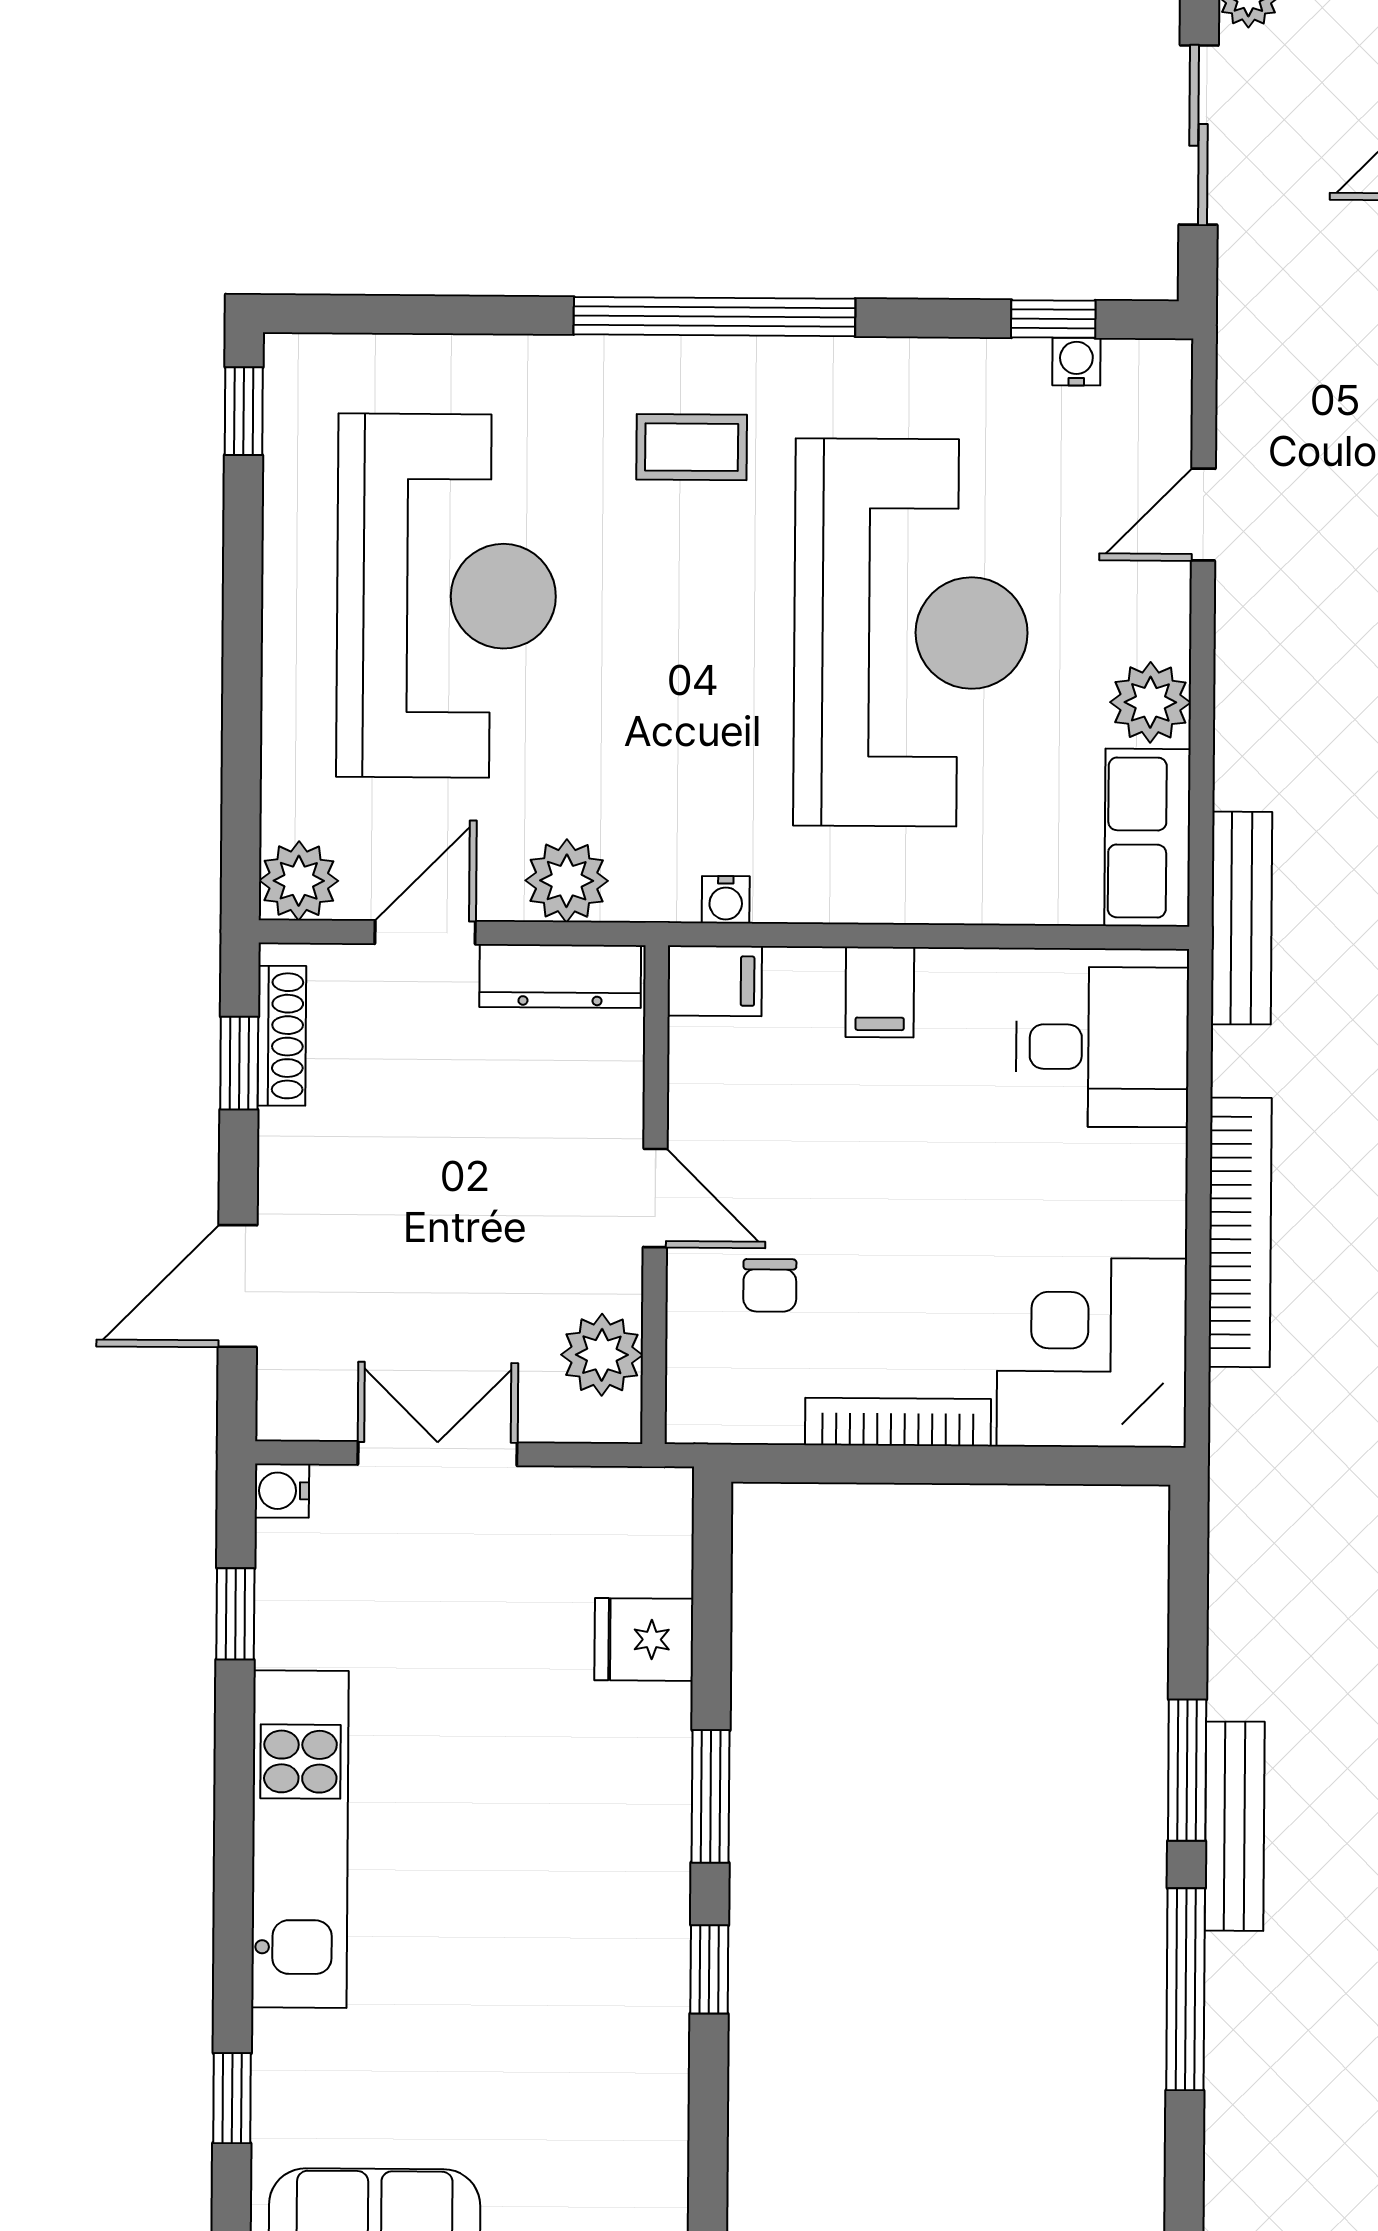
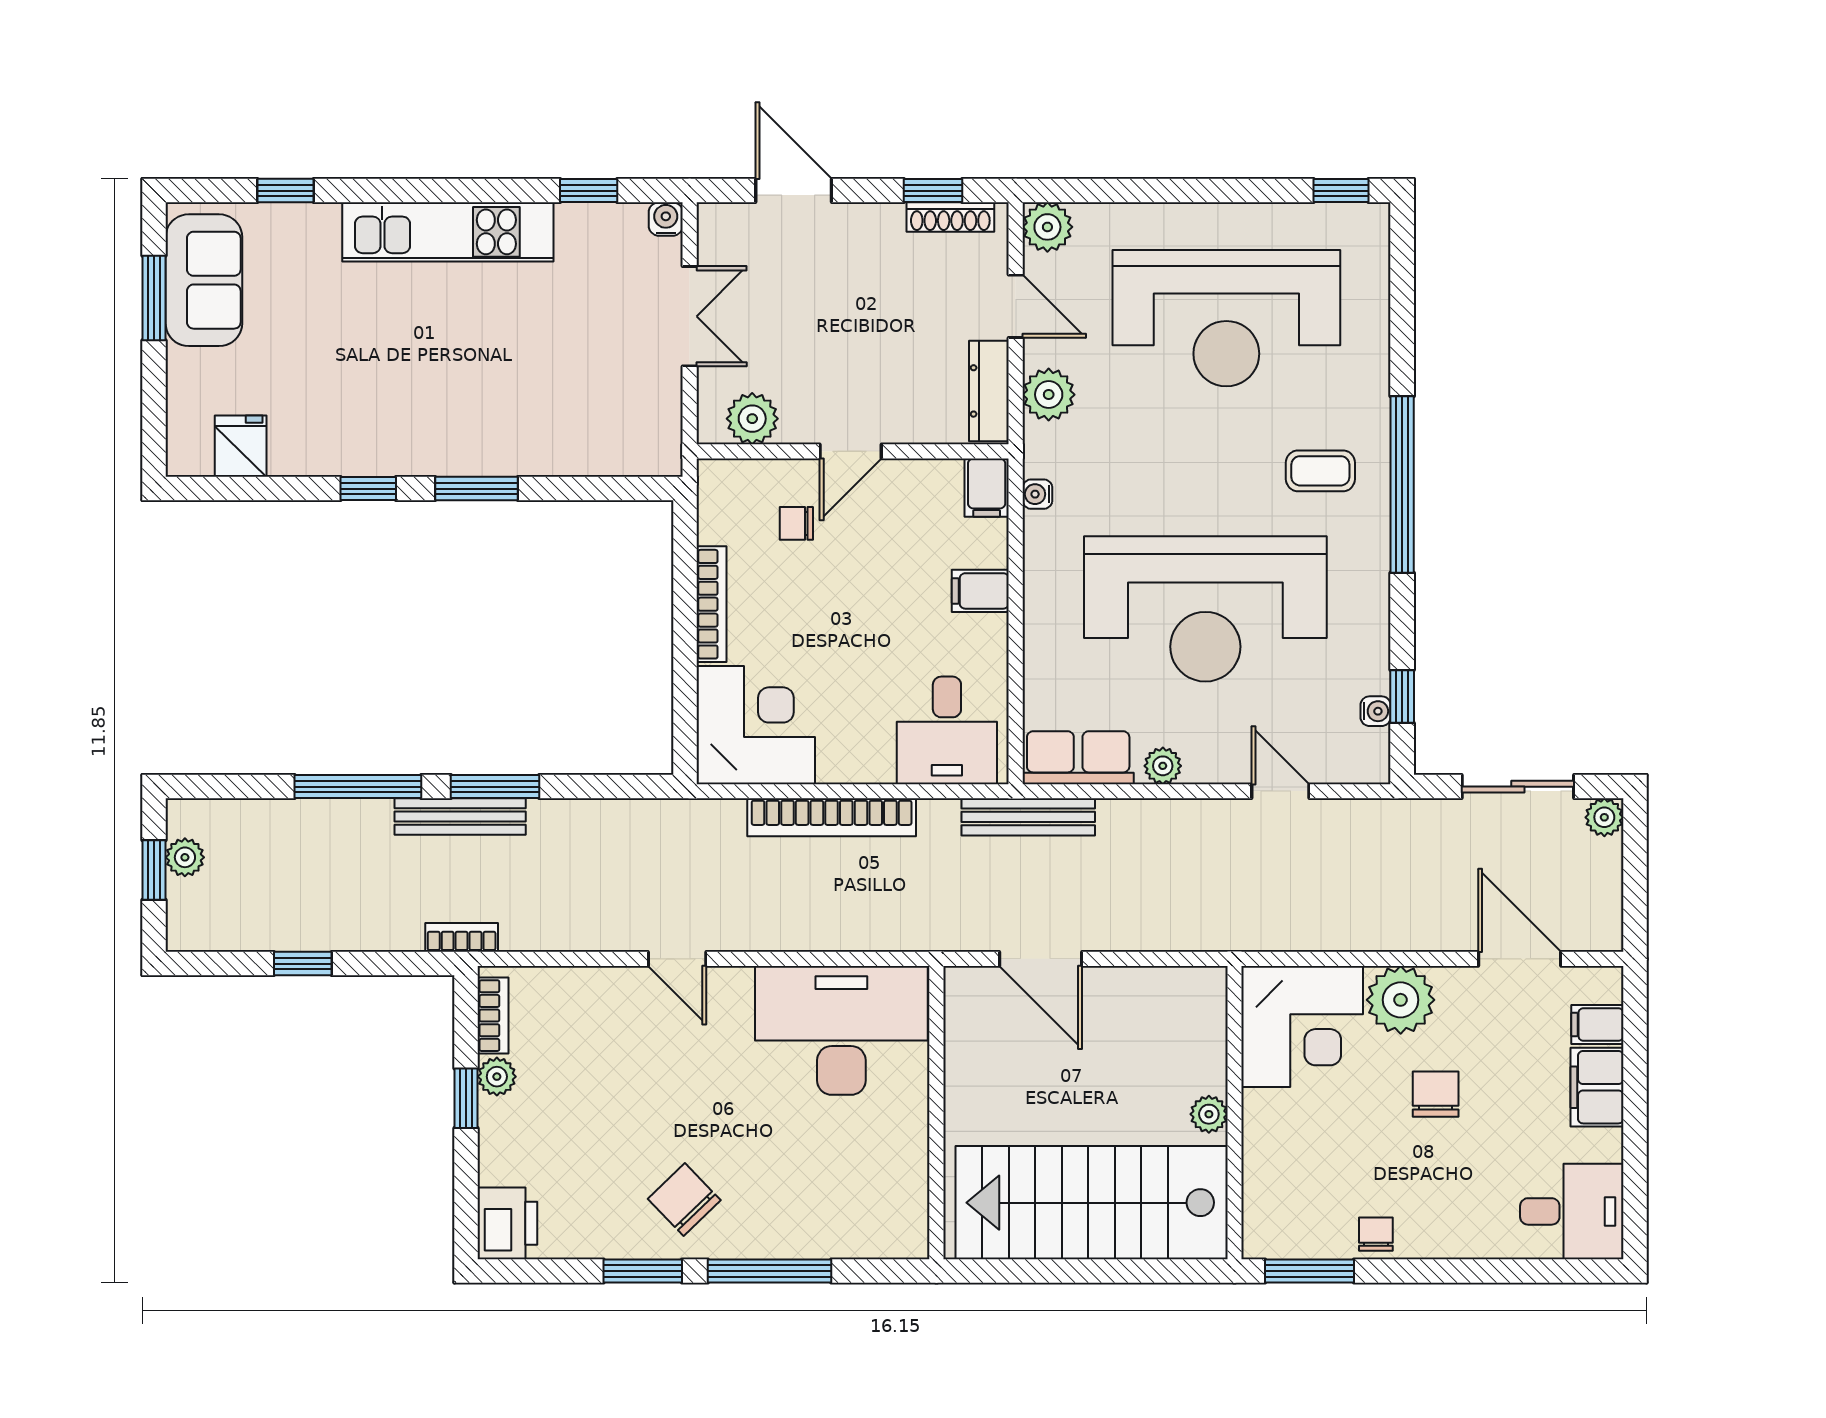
coffee table: (692, 447) -> (1320, 471), turned 90
plant: (1150, 702) -> (1163, 766), width x0.73, depth x0.73
fridge: (644, 1639) -> (241, 446), moved

